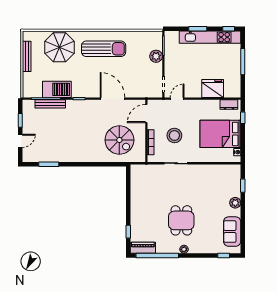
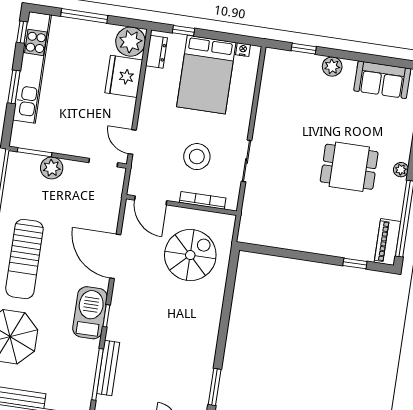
sun lounger: (104, 49) -> (24, 259), turned 180
barbecue: (57, 89) -> (90, 313), moved
plant: (232, 89) -> (131, 42), added
door: (113, 99) -> (115, 256), hinge flipped

